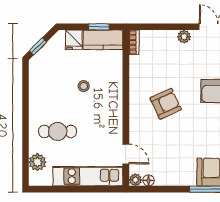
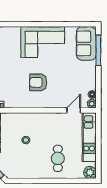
armchair: (166, 104) -> (38, 82), turned -65
plant: (37, 162) -> (90, 172), moved

